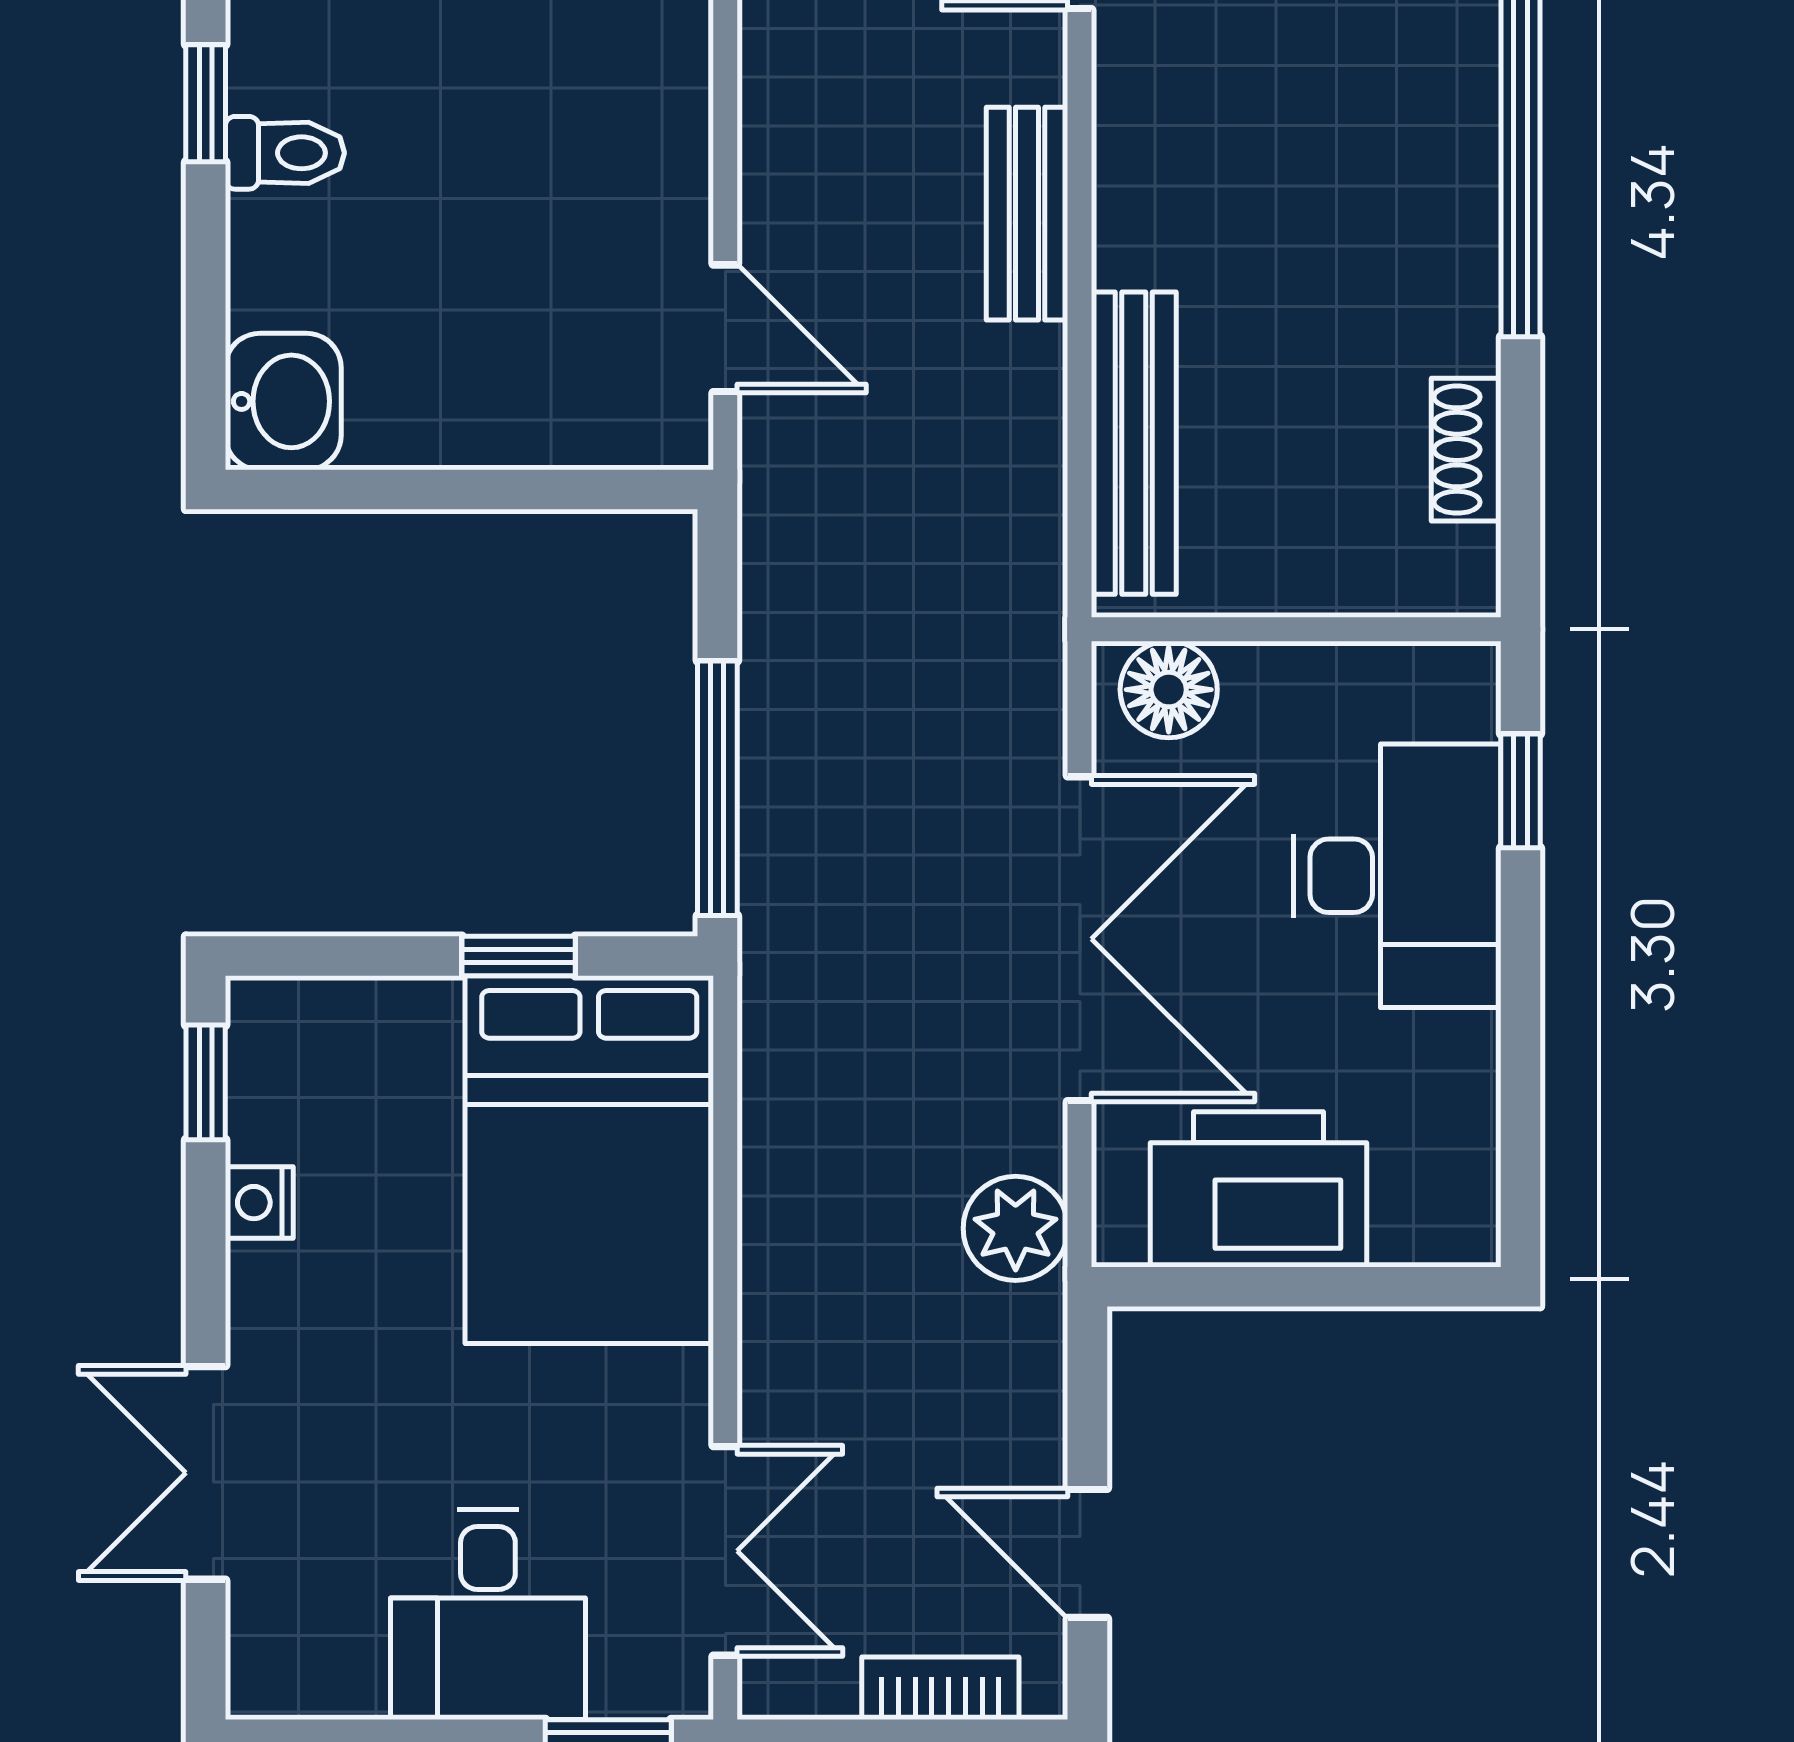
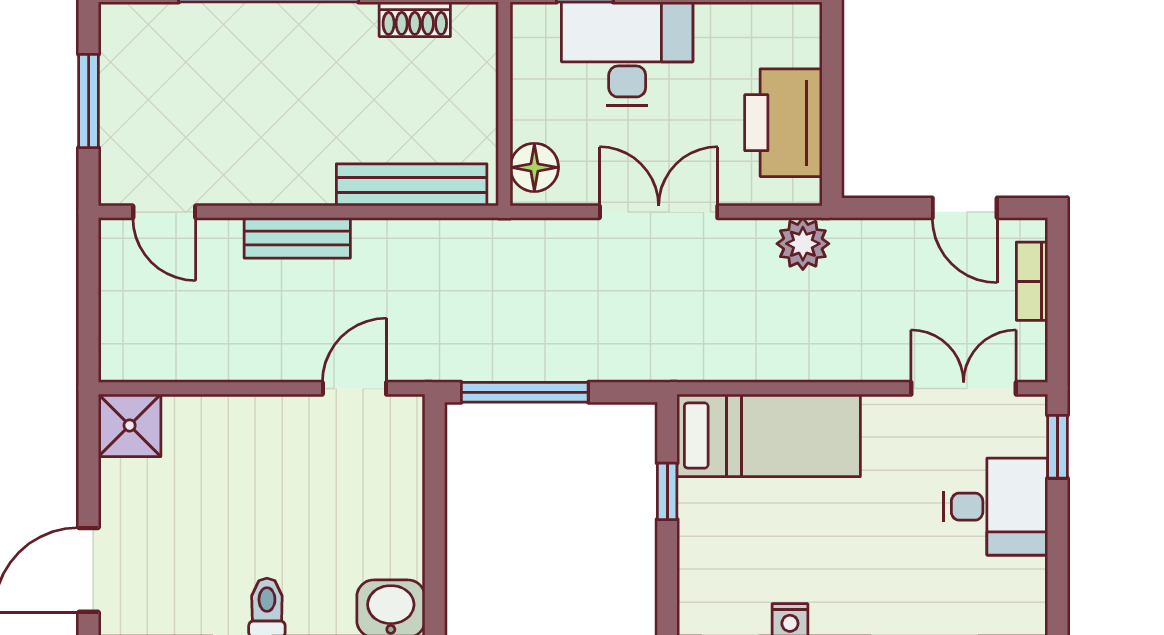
window: (717, 788) -> (525, 392), moved
double door: (1080, 939) -> (659, 212), width x0.73
bed: (589, 1160) -> (769, 435), width x0.67
door: (1087, 1553) -> (965, 208), hinge flipped

